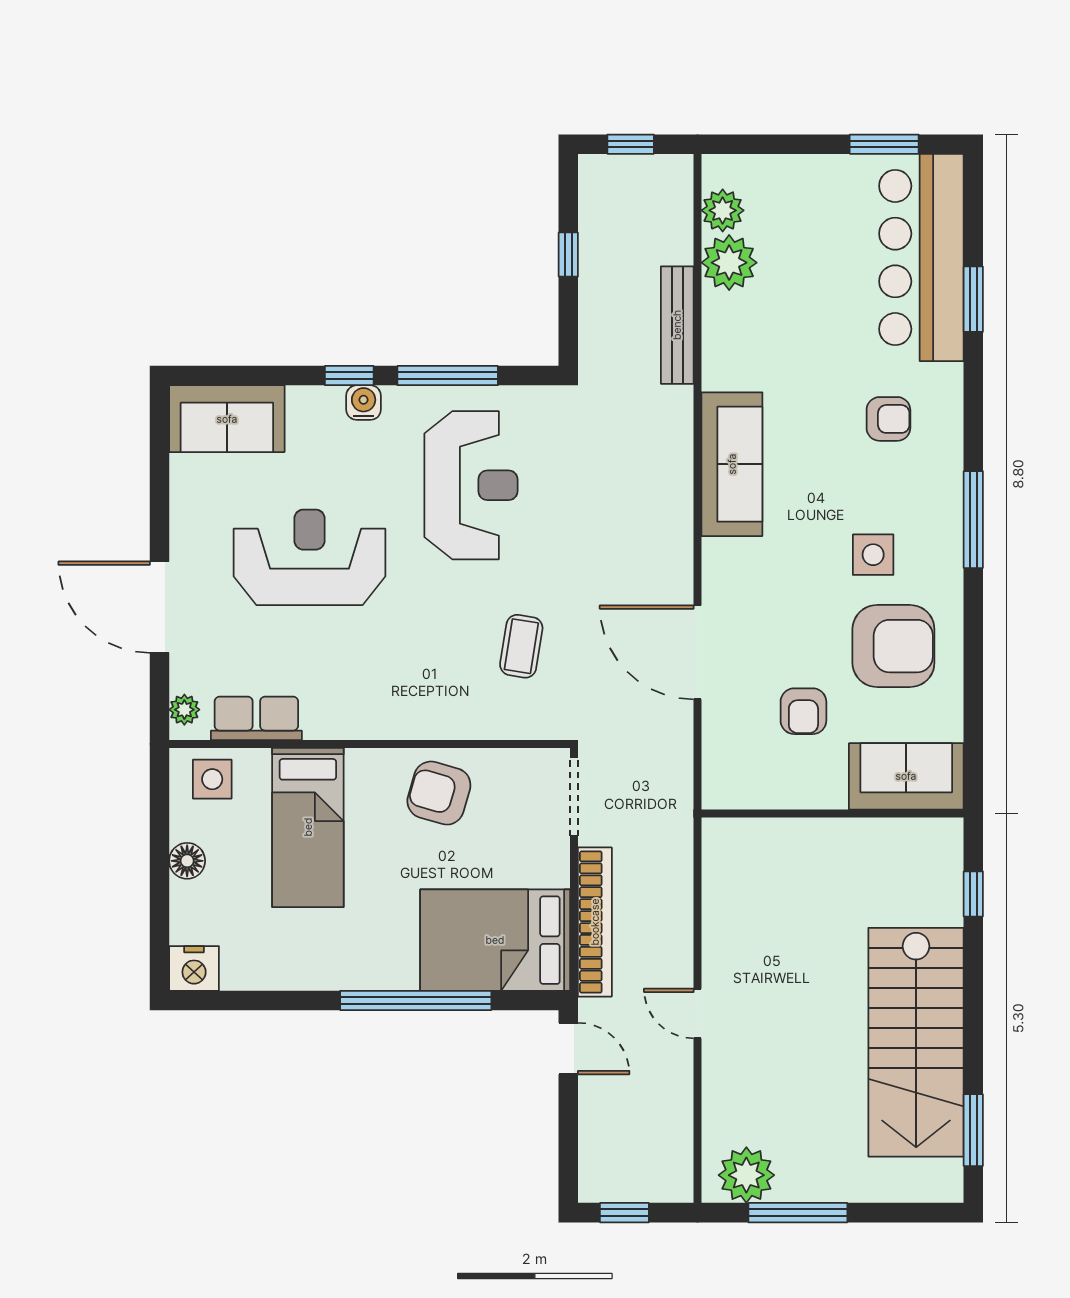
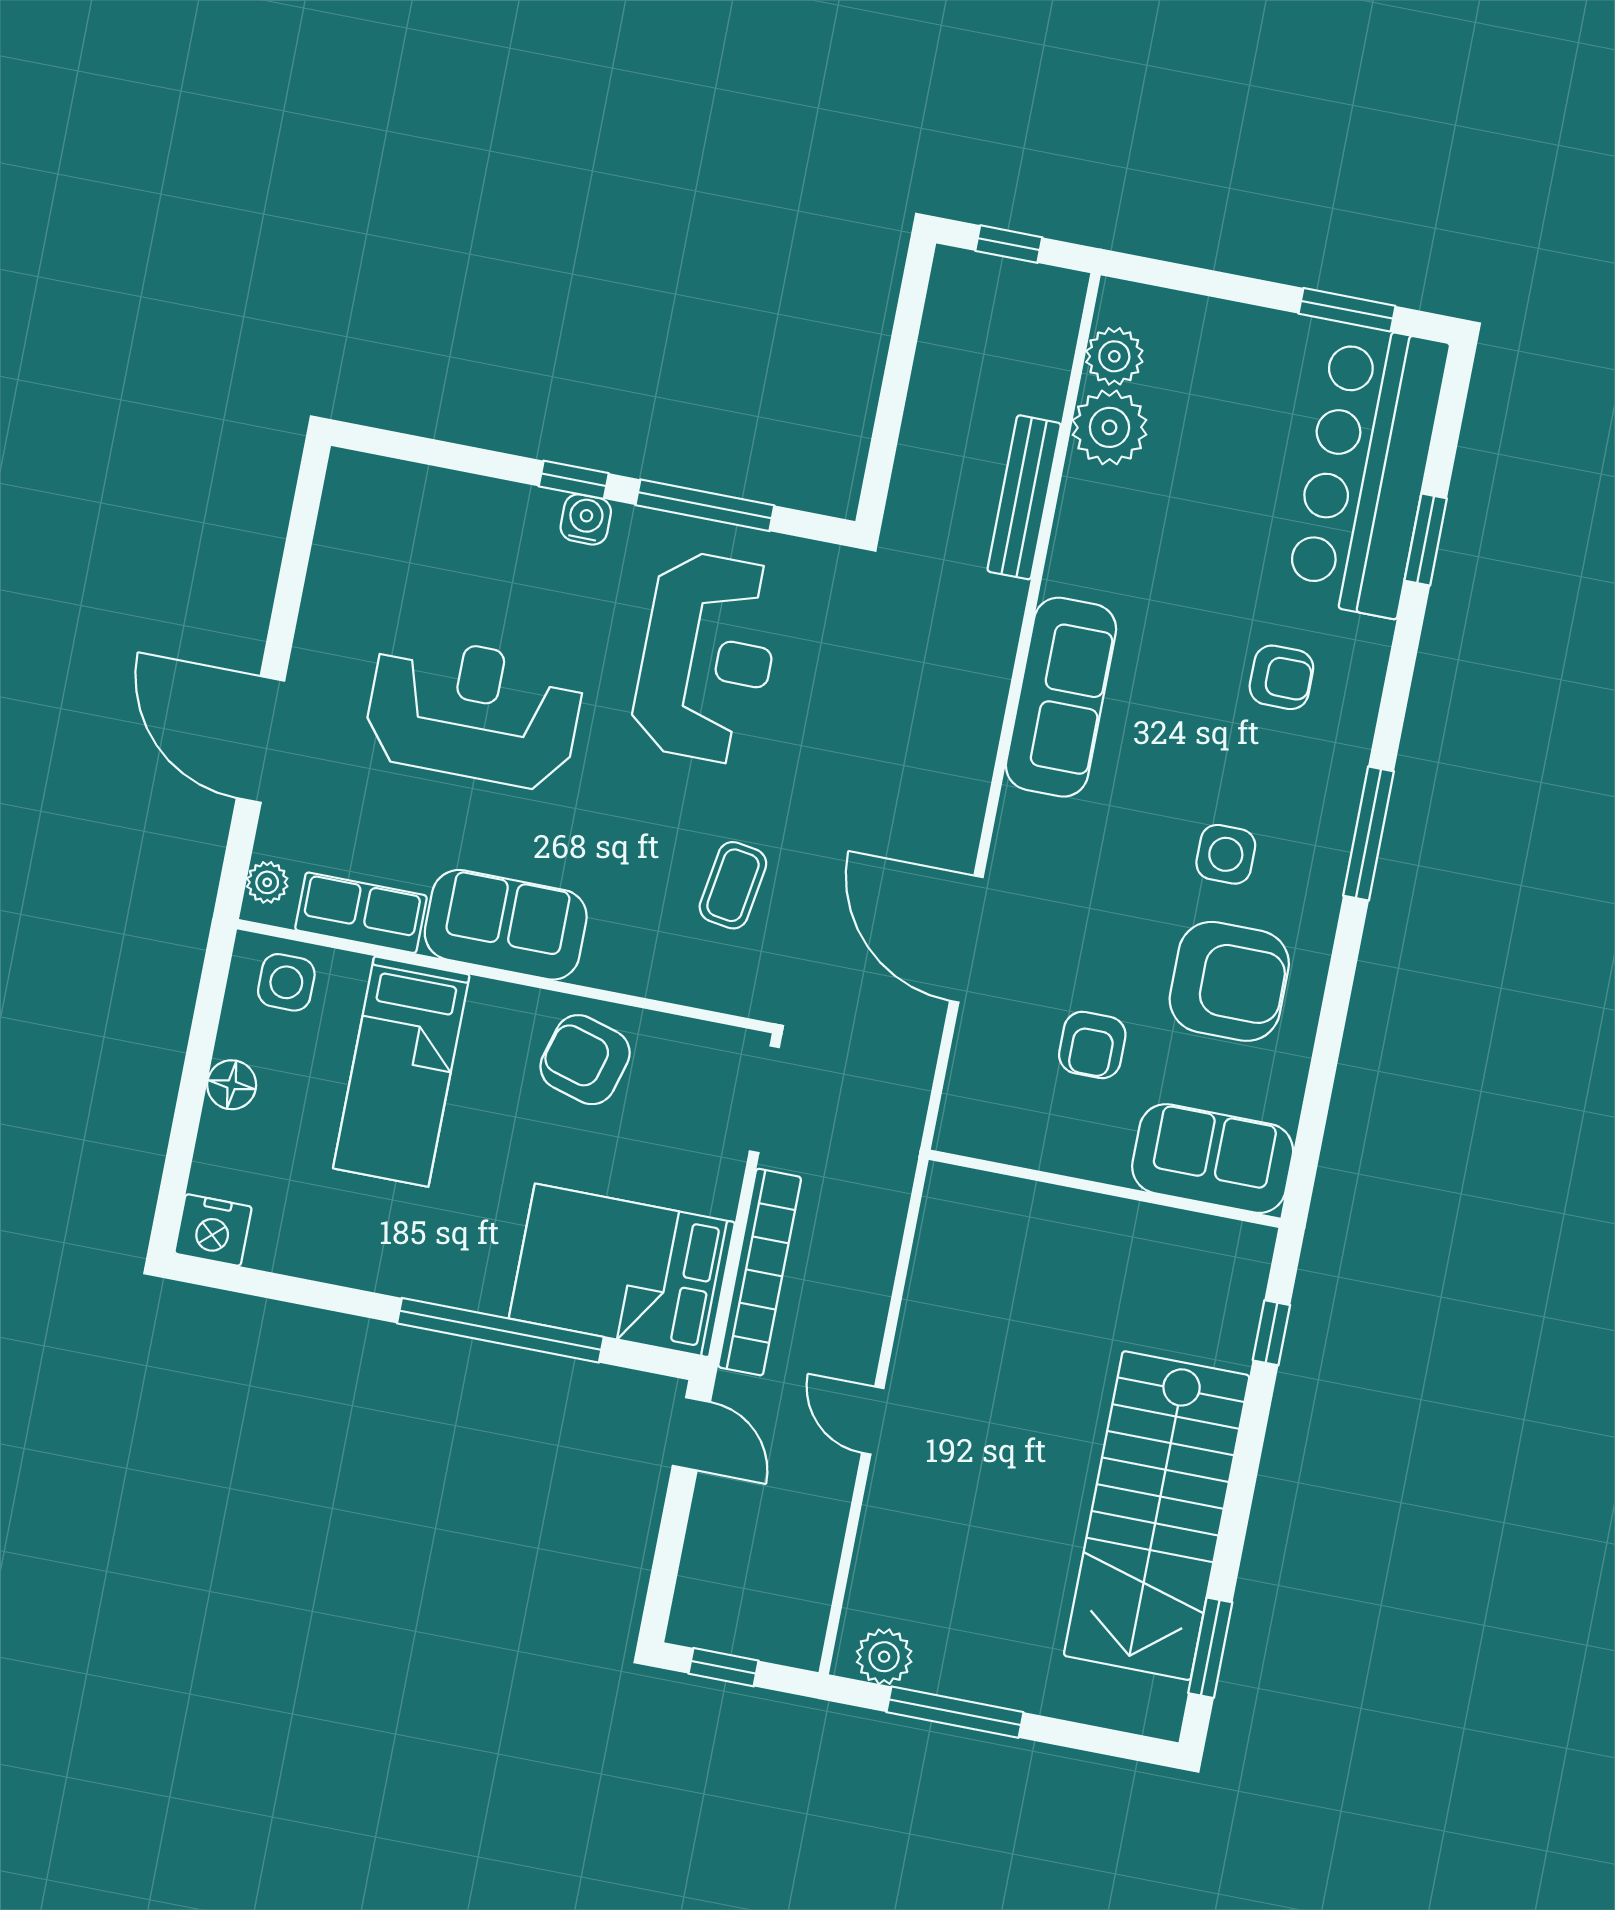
window: (568, 255) -> (897, 375), removed
sofa: (227, 419) -> (506, 925), moved, turned 180
plant: (746, 1175) -> (884, 1657), width x0.73, depth x0.73

